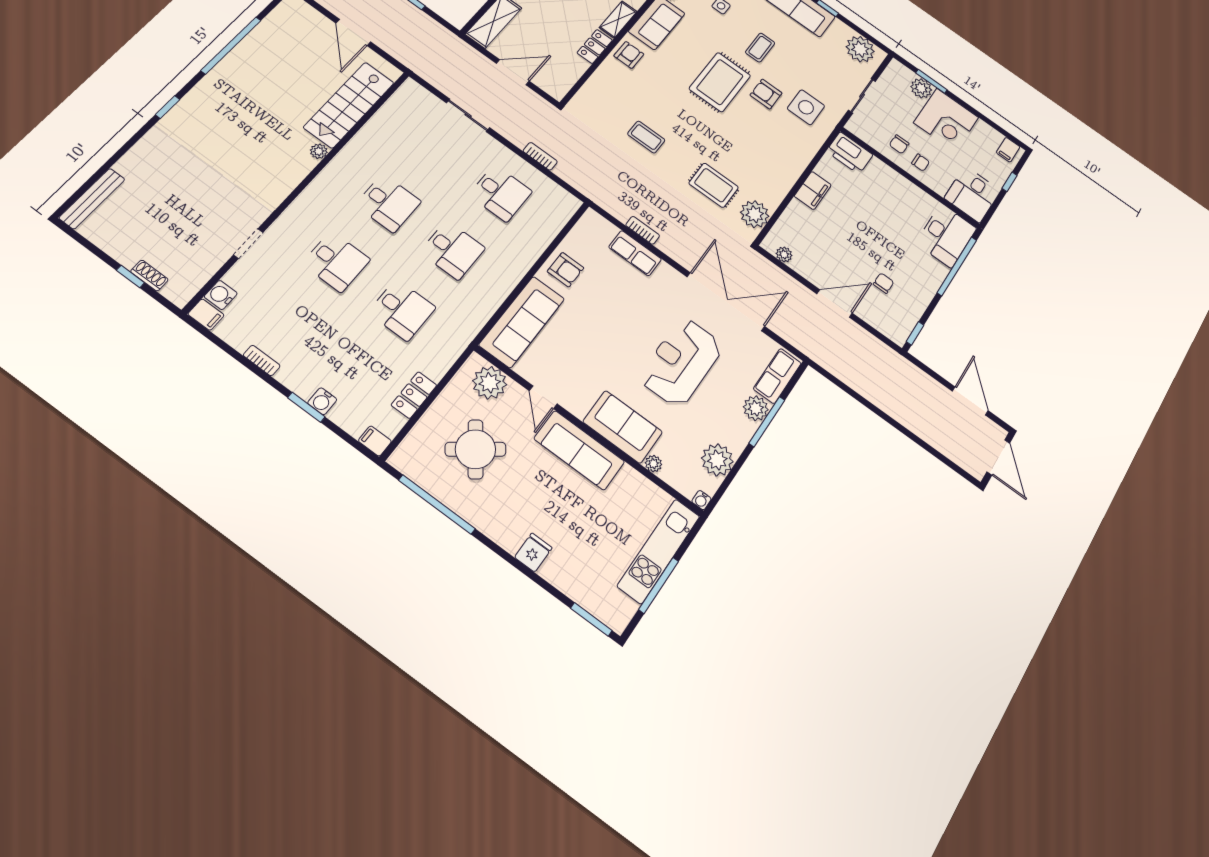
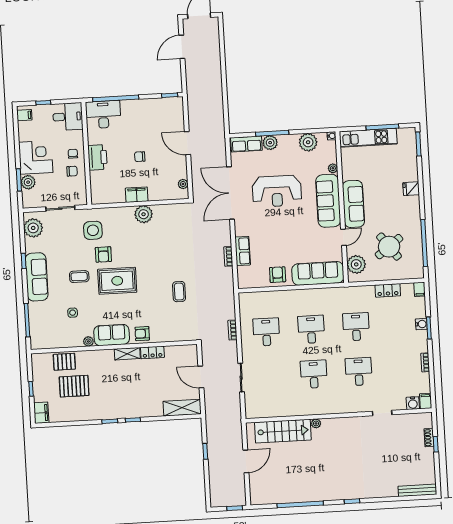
printer: (850, 153) -> (98, 157), moved
rug: (714, 185) -> (176, 242), removed
plant: (755, 214) -> (144, 214), moved
chair: (884, 283) -> (140, 157), moved
sofa: (623, 427) -> (328, 201), width x1.36

